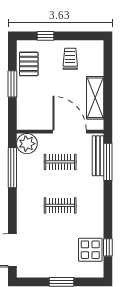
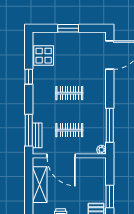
plant: (27, 144) -> (101, 150), width x0.53, depth x0.53
bench: (98, 156) -> (37, 135), width x0.73
window: (108, 247) -> (29, 77), moved

